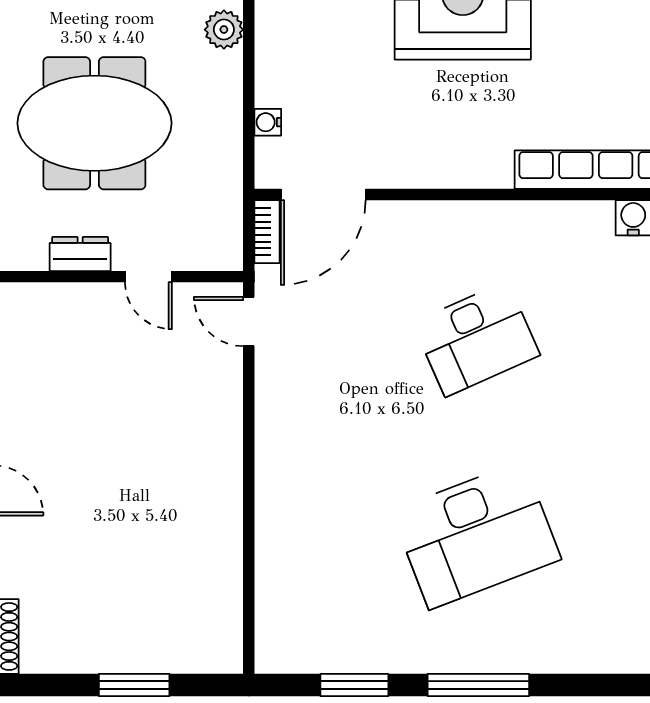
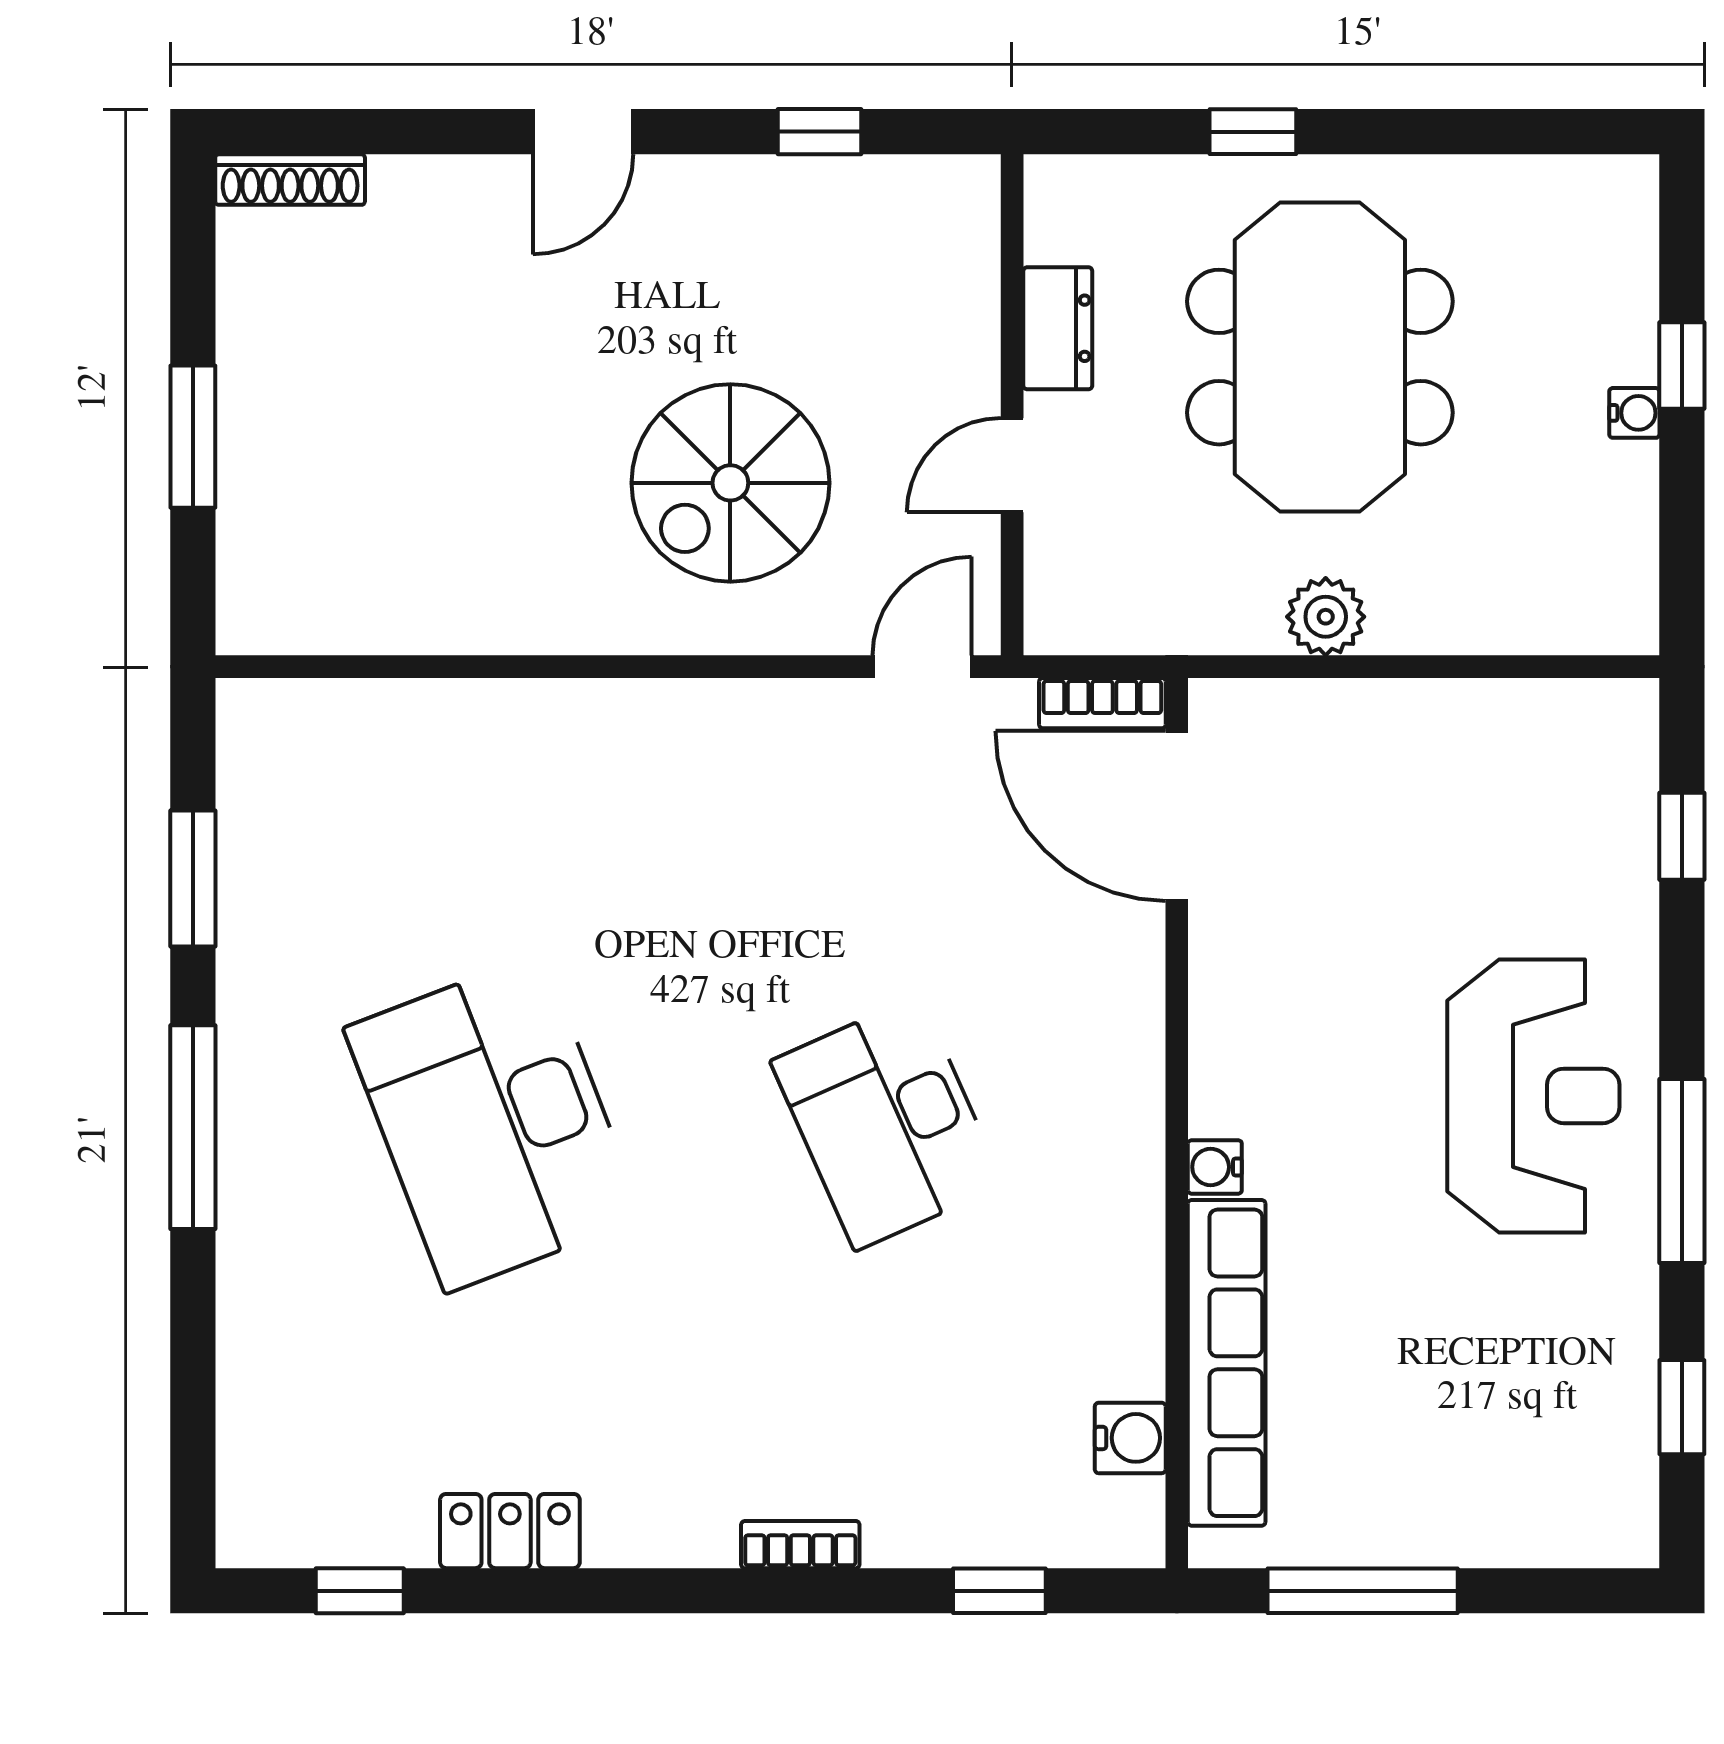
plant: (224, 30) -> (1326, 617), moved
water cooler: (268, 122) -> (1215, 1167), moved, turned -90
spiral stairs: (157, 417) -> (730, 483), added

